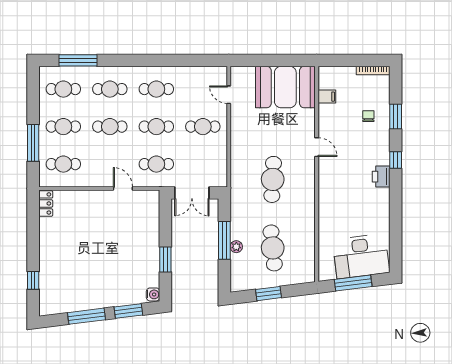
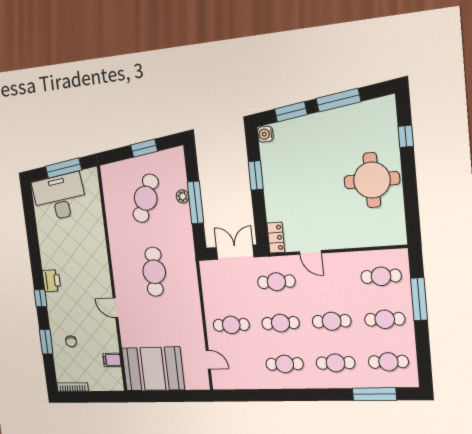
locker: (46, 203) -> (276, 238), moved, turned 180
round table: (64, 247) -> (372, 180), added
cafe table: (273, 248) -> (146, 198), turned 30

